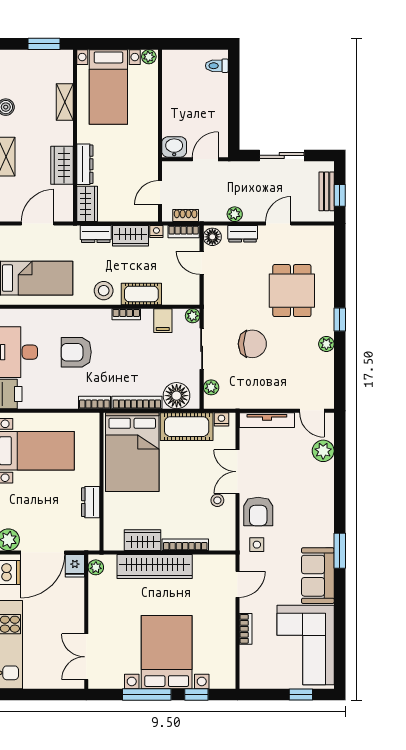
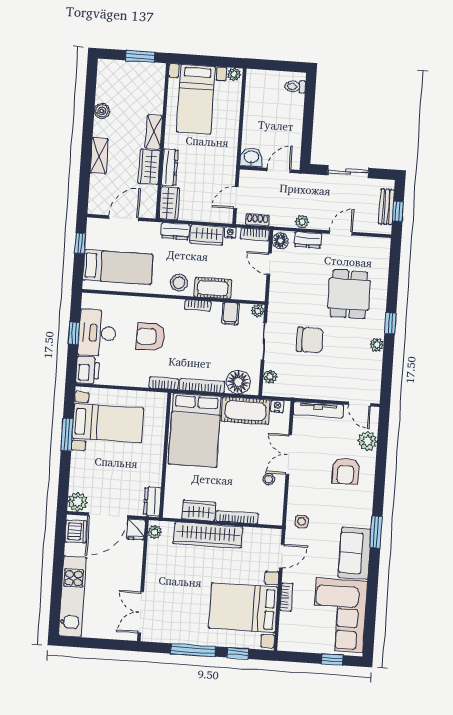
shelving: (65, 102) -> (154, 132), moved
dresser: (91, 502) -> (152, 501), moved
armchair: (258, 512) -> (346, 471), moved
bed with nightstands: (167, 652) -> (243, 608), moved, turned -90

